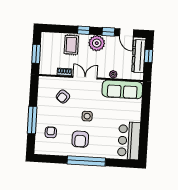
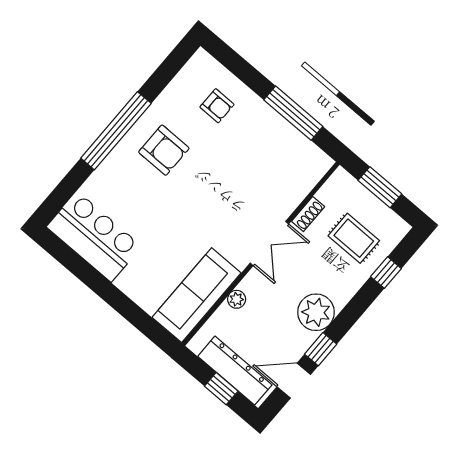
window: (84, 30) -> (386, 273), moved
rug: (71, 45) -> (354, 238), moved
armchair: (63, 96) -> (265, 177), removed
side table: (87, 116) -> (196, 194), removed
window: (32, 120) -> (293, 113), moved
armchair: (80, 139) -> (164, 150), turned 180

